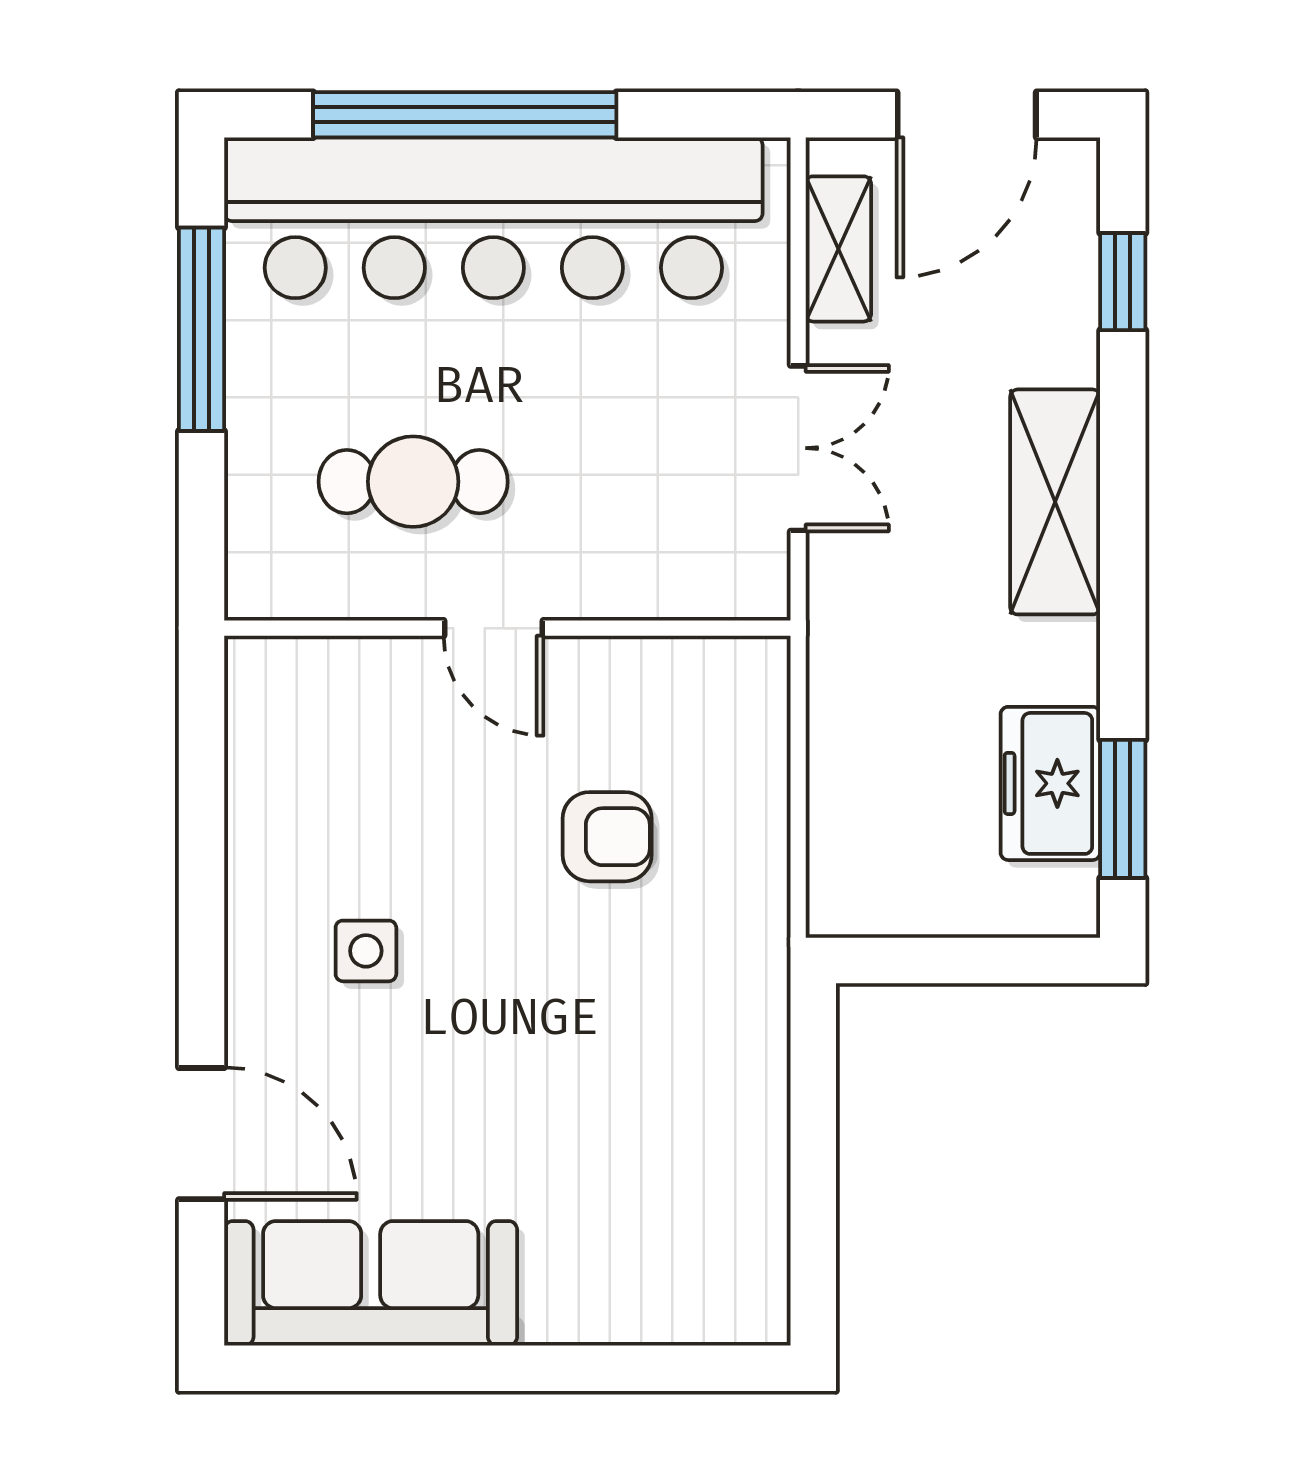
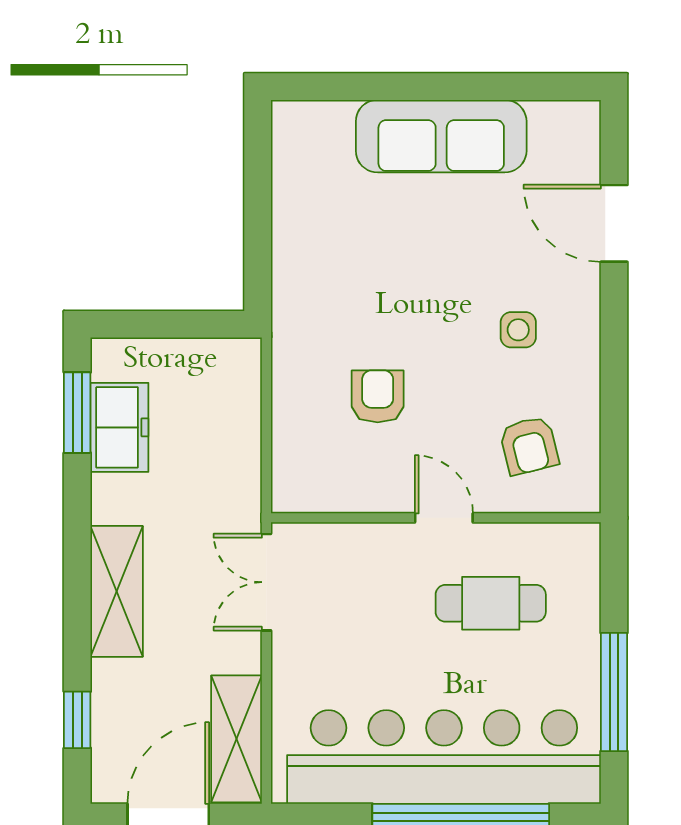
shelving: (838, 249) -> (237, 739), width x1.50, depth x1.33
double door: (798, 448) -> (266, 582), moved
armchair: (347, 752) -> (529, 446), added
armchair: (607, 837) -> (378, 396), turned 90
sofa: (371, 1283) -> (441, 136), moved

